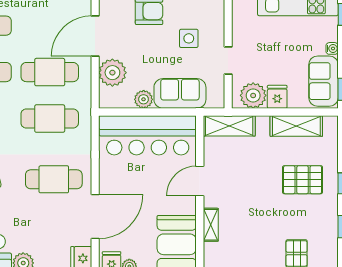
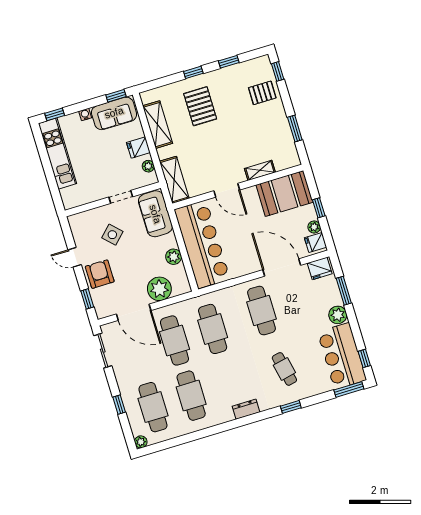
side table: (189, 38) -> (112, 235), turned 45
sofa: (180, 93) -> (155, 214), moved
plant: (253, 95) -> (148, 166), width x0.53, depth x0.53

